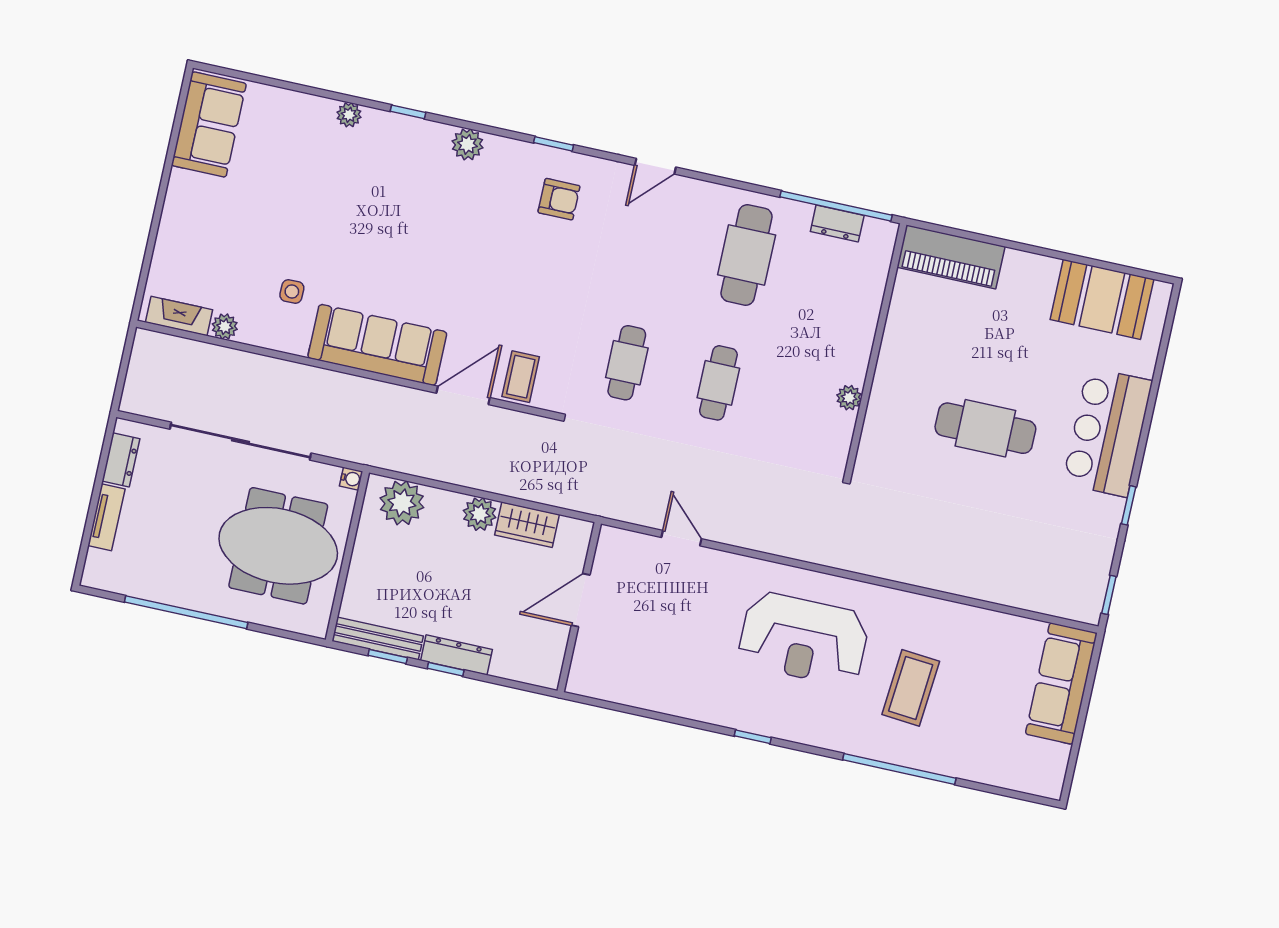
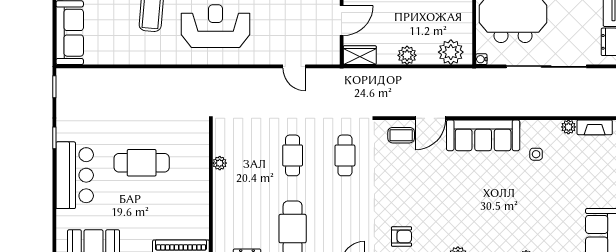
armchair: (559, 199) -> (402, 236), turned 180
coffee table: (521, 377) -> (401, 135), turned 90
wardrobe: (527, 525) -> (360, 55), moved

